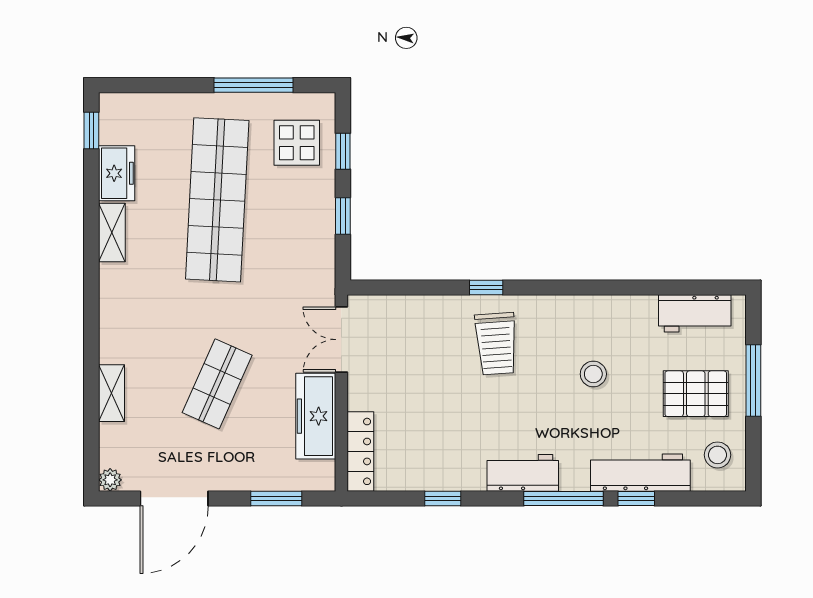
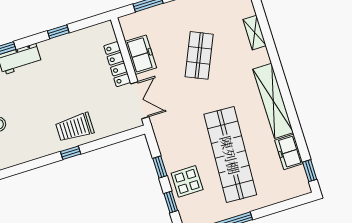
display table: (297, 143) -> (187, 181), moved
shelving: (112, 233) -> (273, 101), width x2.20, depth x1.33
trolley: (496, 344) -> (75, 127), moved, turned -86
freezer: (316, 416) -> (141, 55), width x0.71
locker: (360, 451) -> (117, 64), moved

